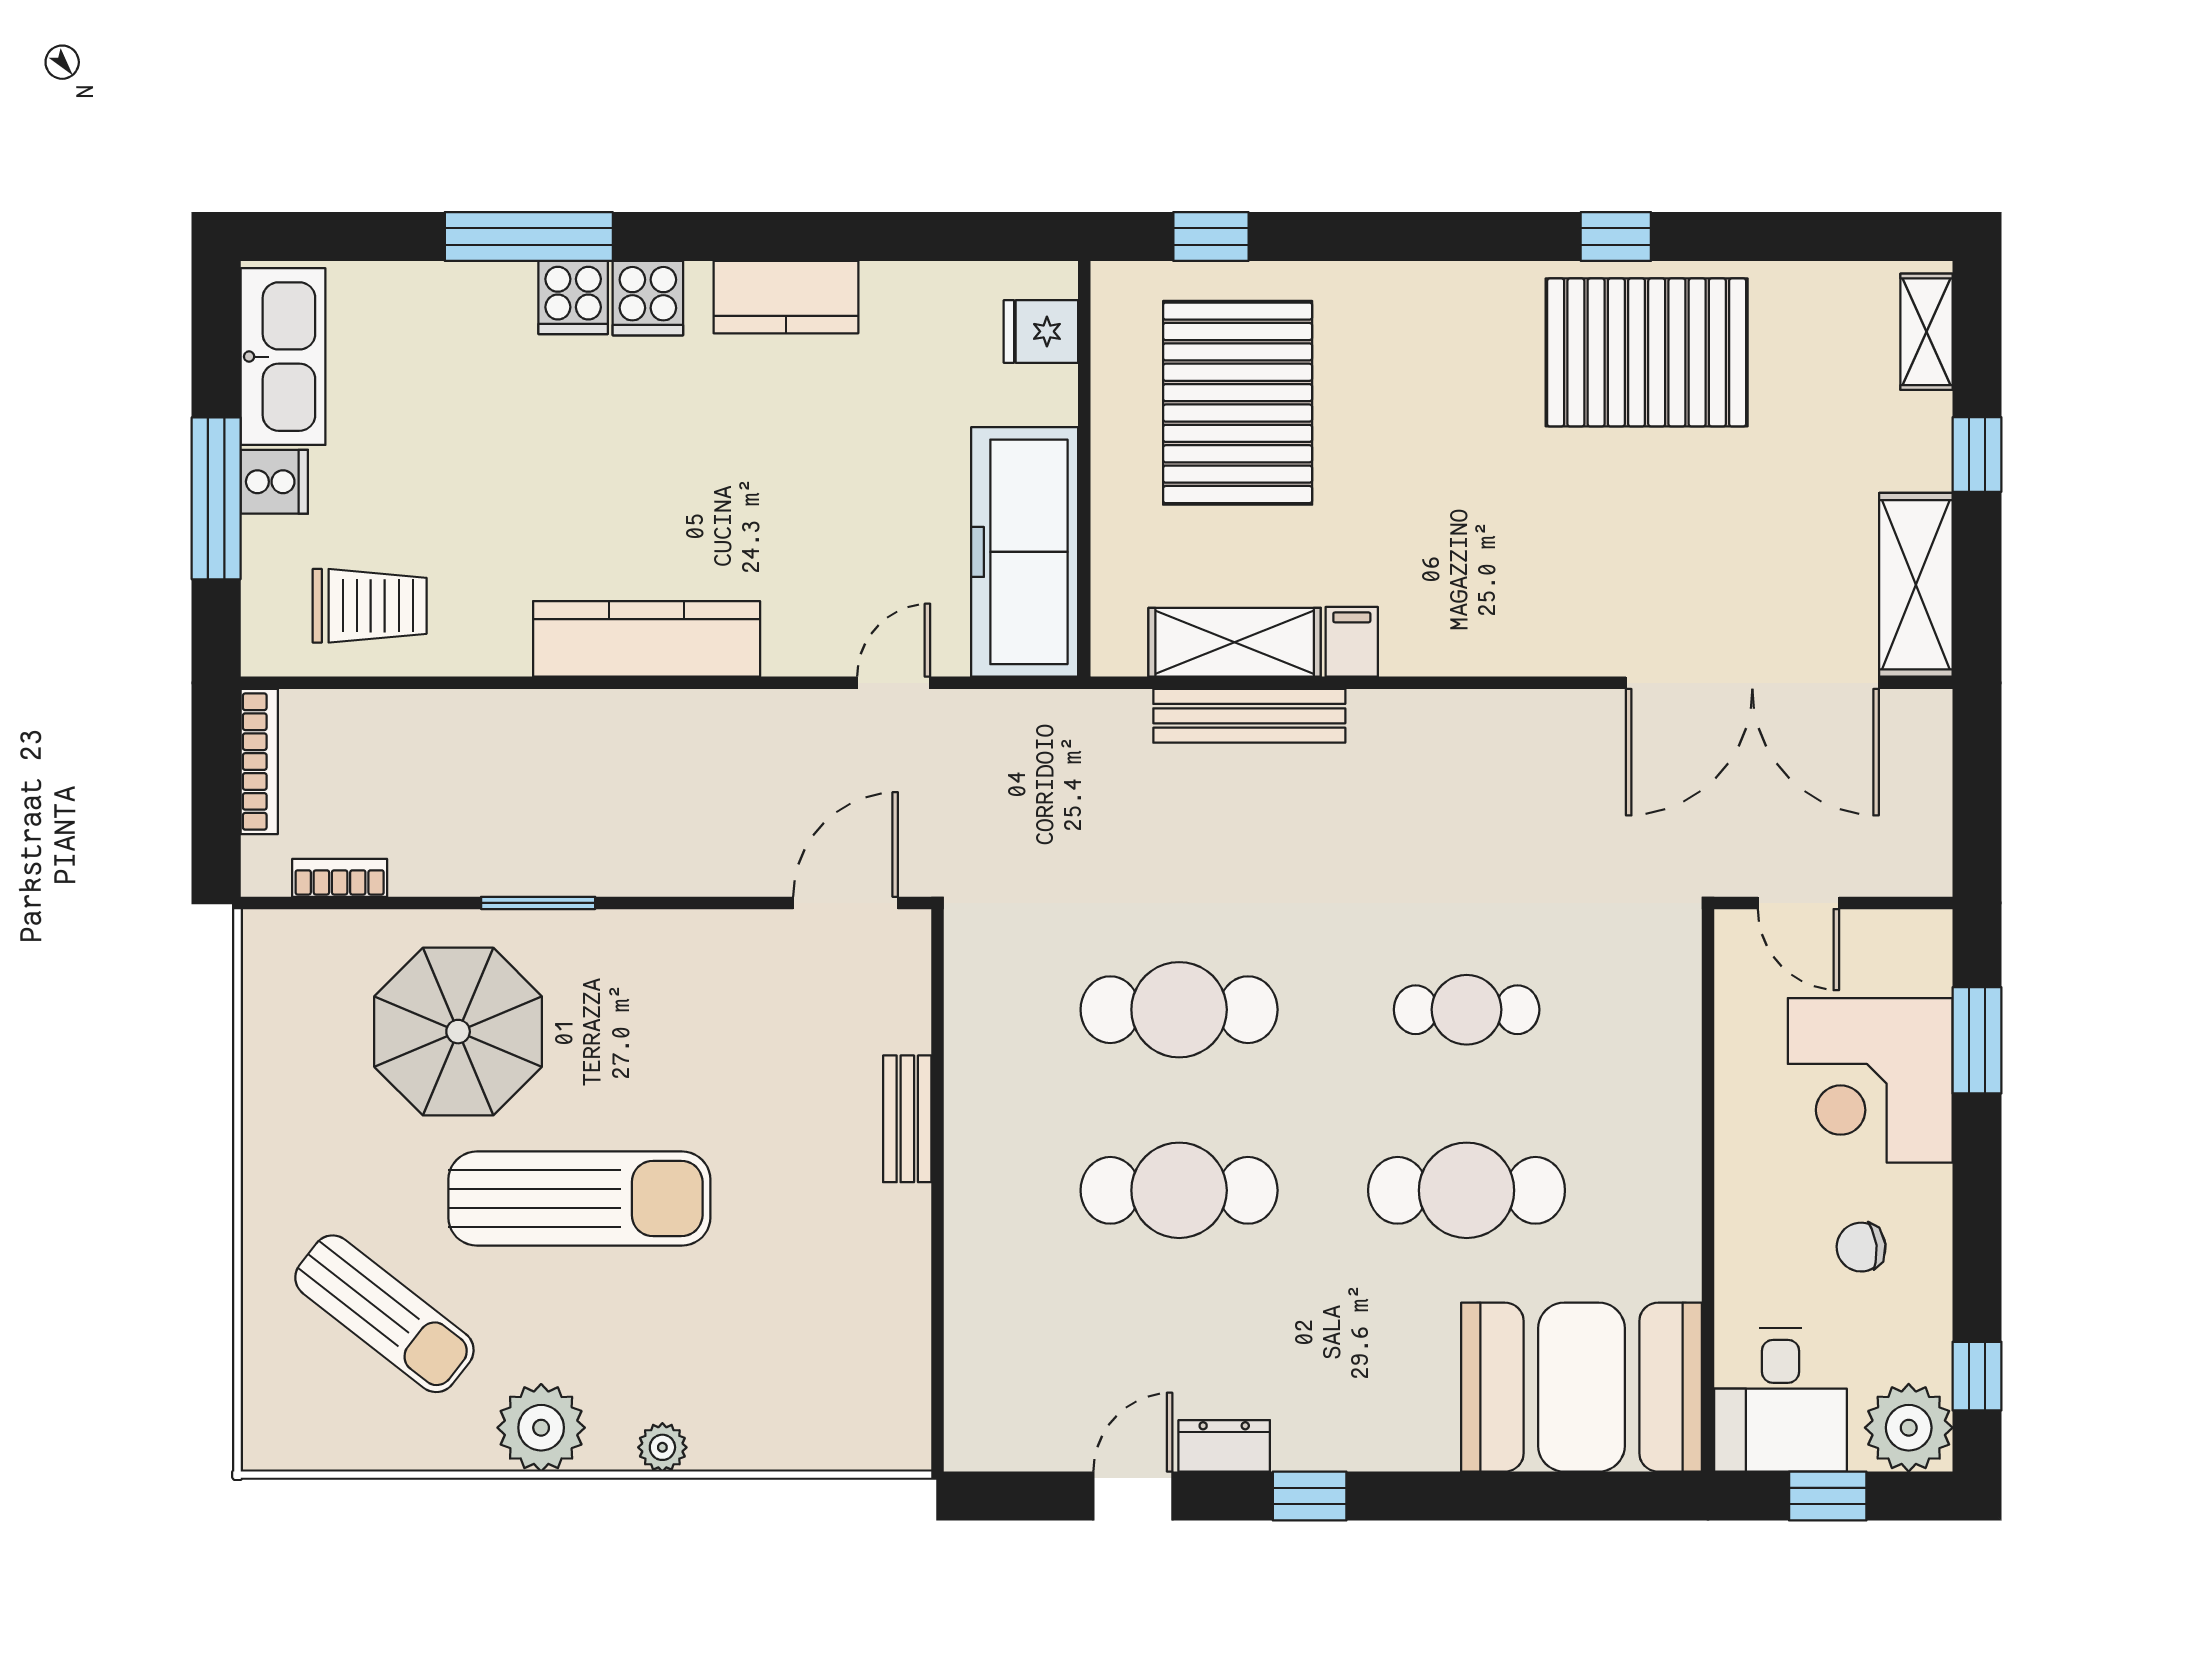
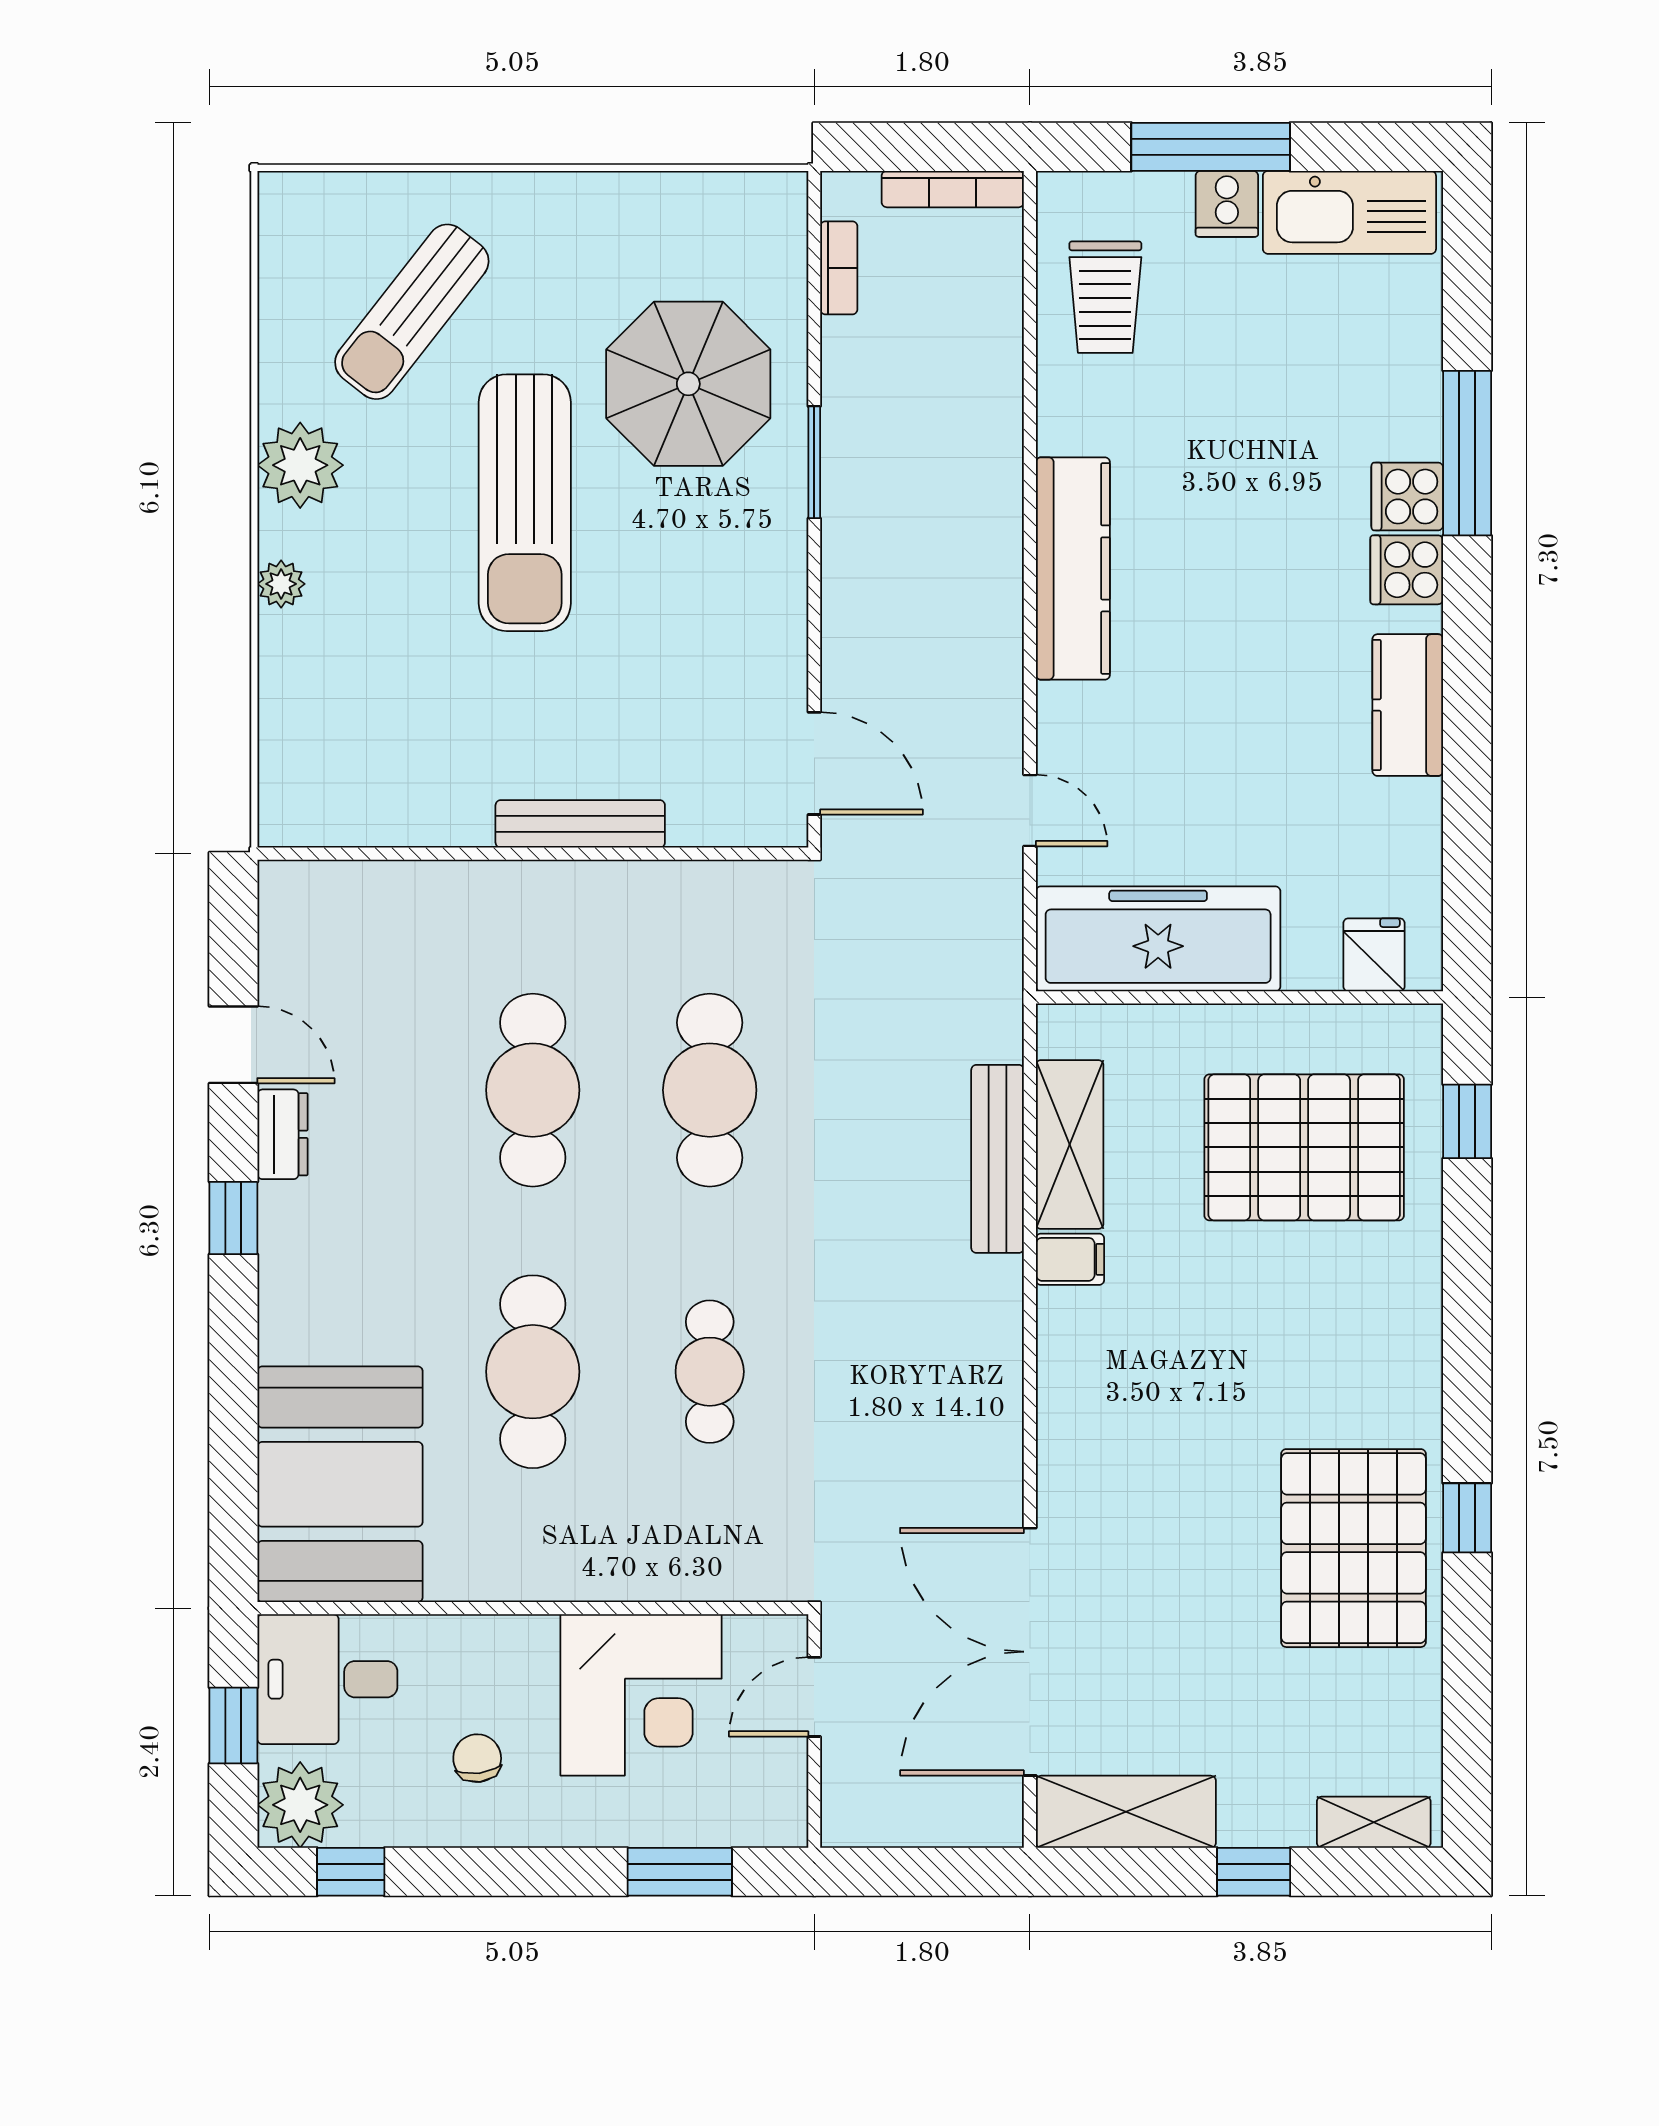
corner desk: (1870, 1080) -> (641, 1695), moved, turned 180
bench: (907, 1119) -> (580, 824), width x1.36

